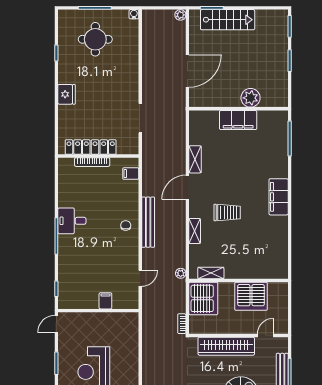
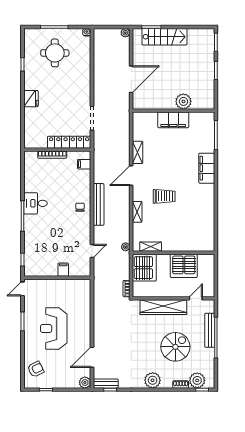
locker: (91, 147) -> (69, 142), moved
filing cabinet: (279, 197) -> (207, 168), moved

